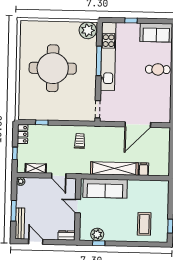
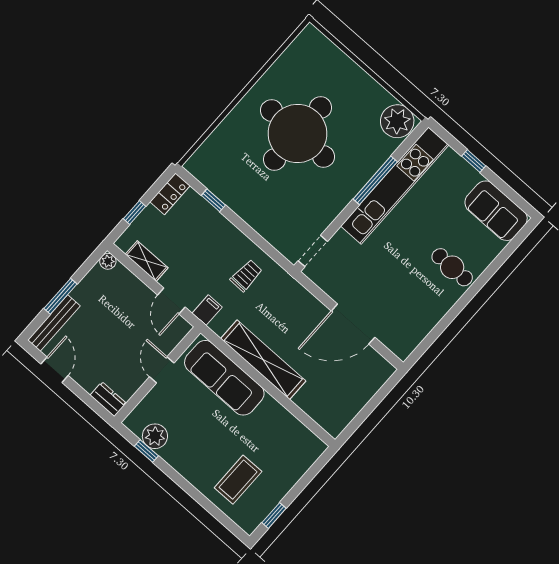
filing cabinet: (144, 169) -> (207, 310), moved

